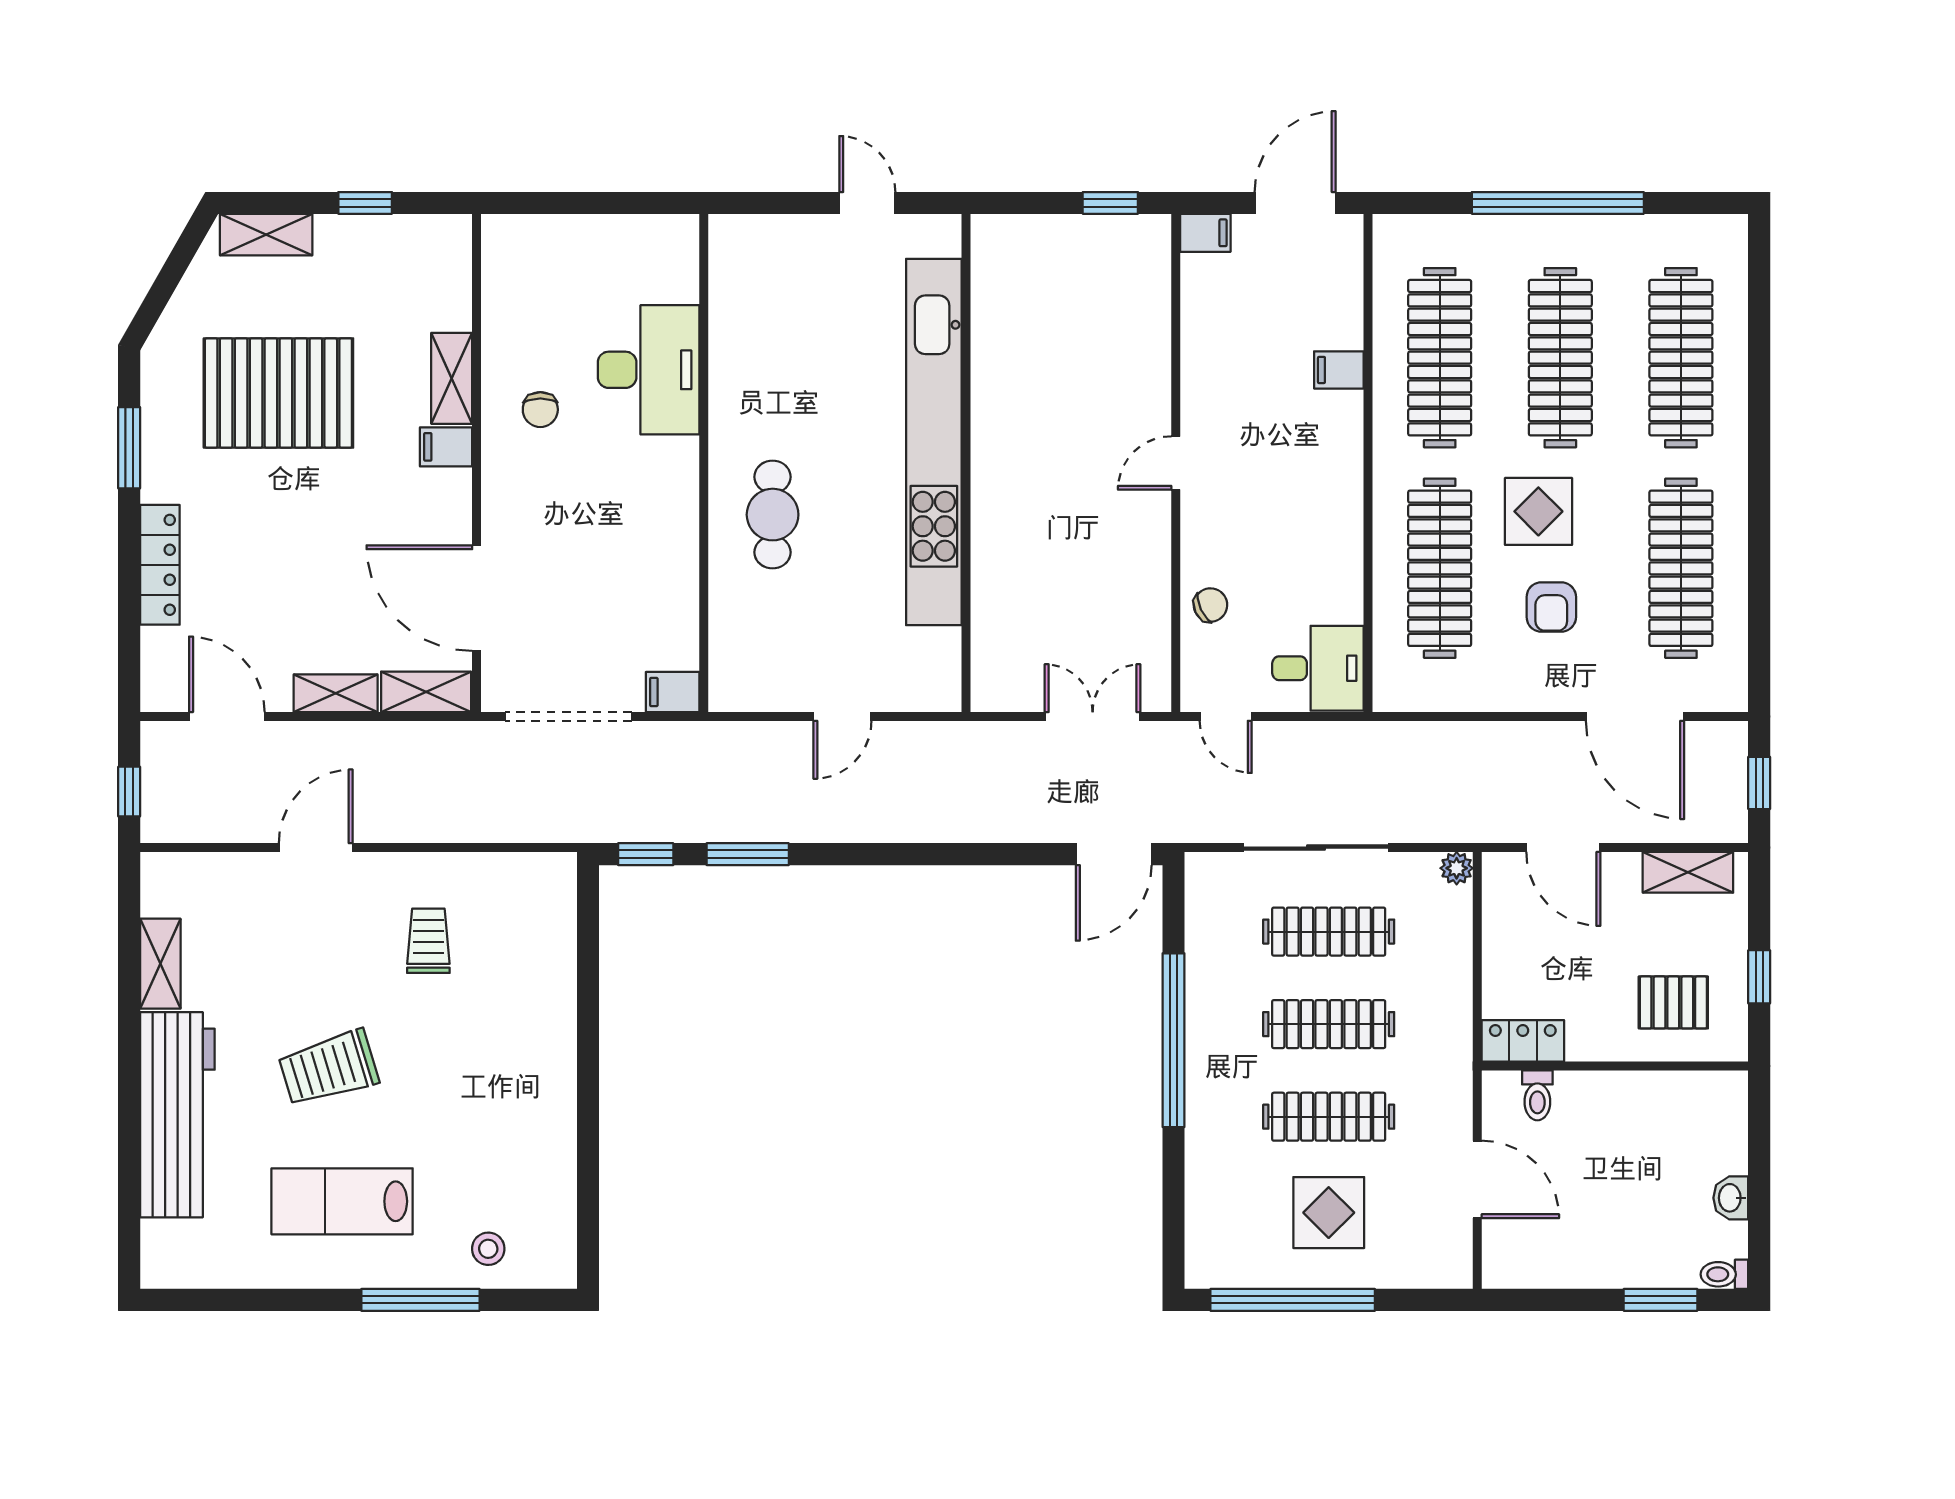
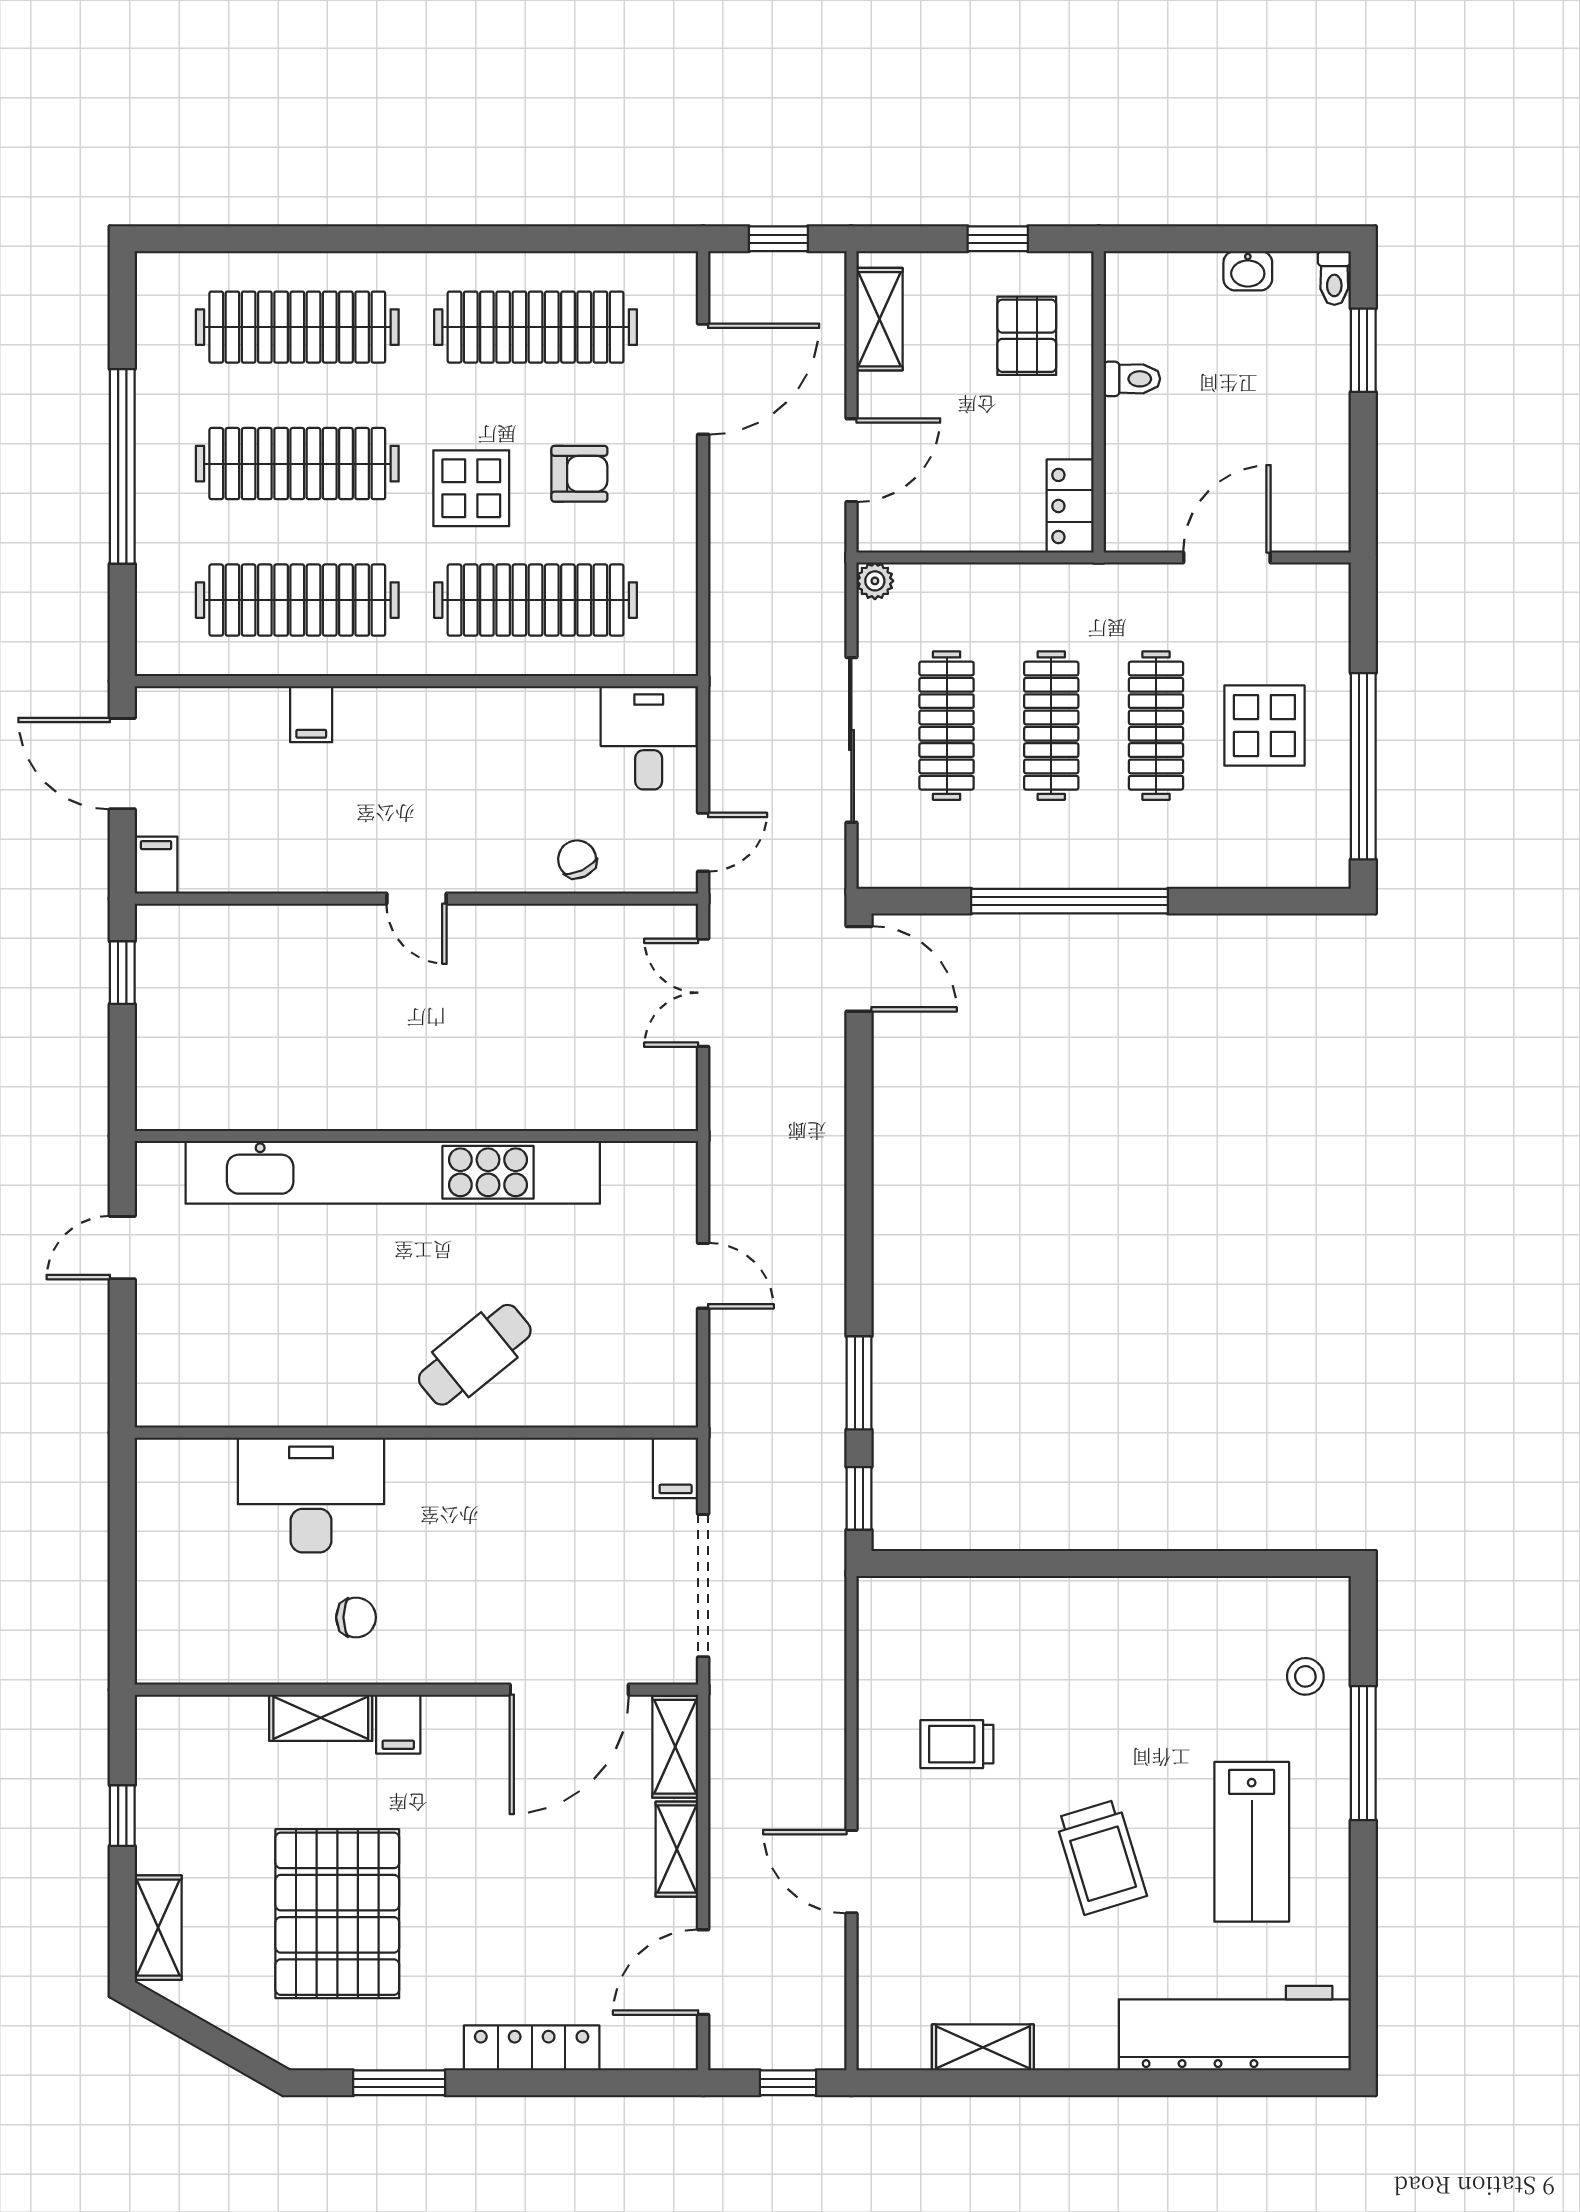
cafe table: (773, 515) -> (475, 1355), turned -39
toilet: (1537, 1095) -> (1132, 379), moved
workbench: (177, 1115) -> (1235, 2028), moved

